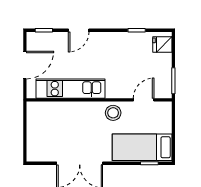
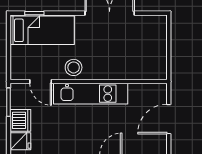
dishwasher: (162, 64) -> (20, 120), added
kitchen unit: (70, 89) -> (91, 94), moved
door: (144, 100) -> (41, 82), hinge flipped

